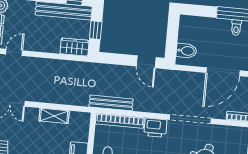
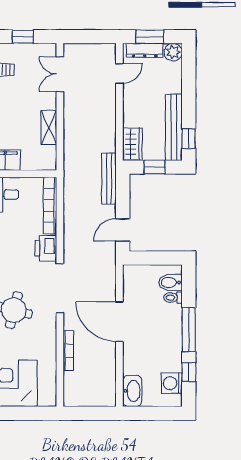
toilet: (236, 28) -> (173, 298), moved
bidet: (186, 51) -> (170, 282), moved, turned 90
door: (14, 52) -> (119, 73), hinge flipped
bench: (111, 103) -> (109, 179), moved

